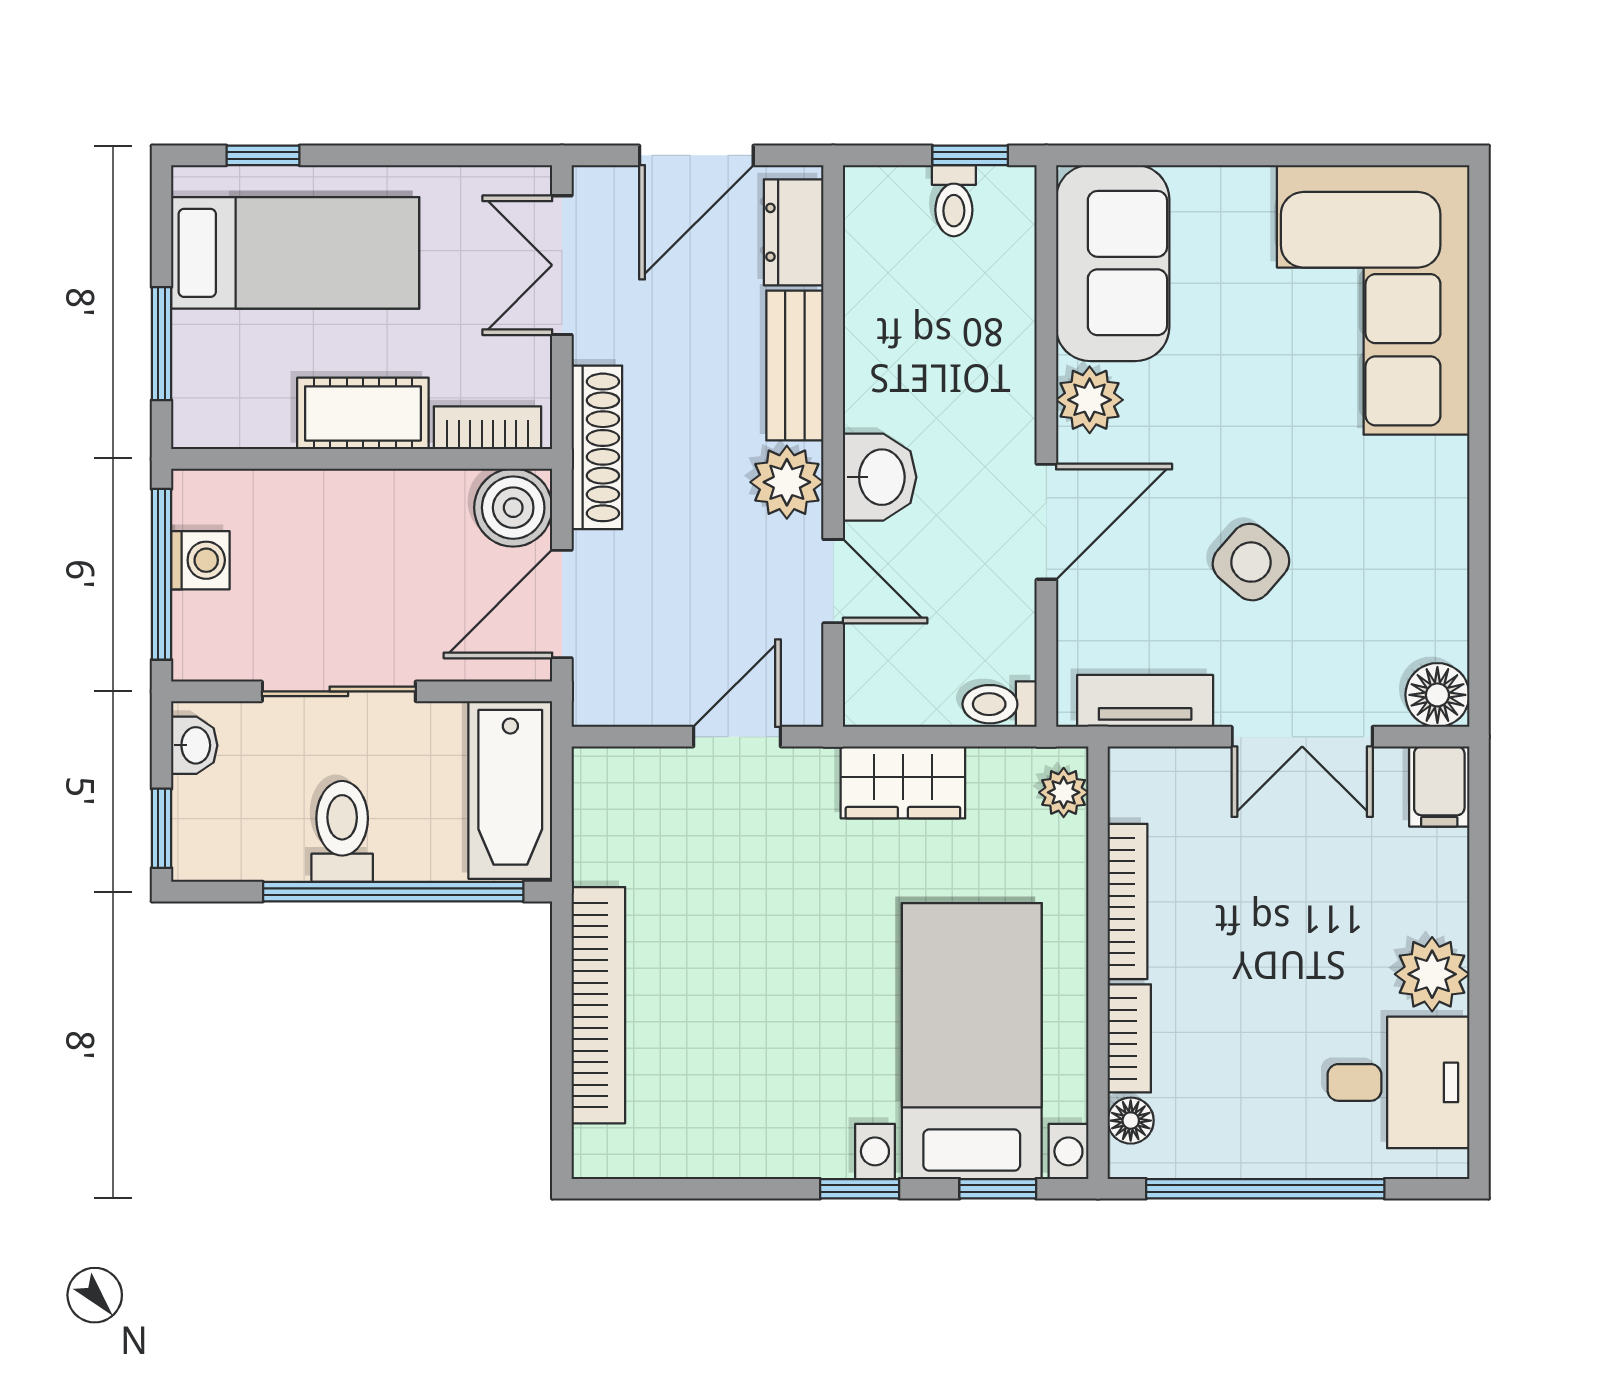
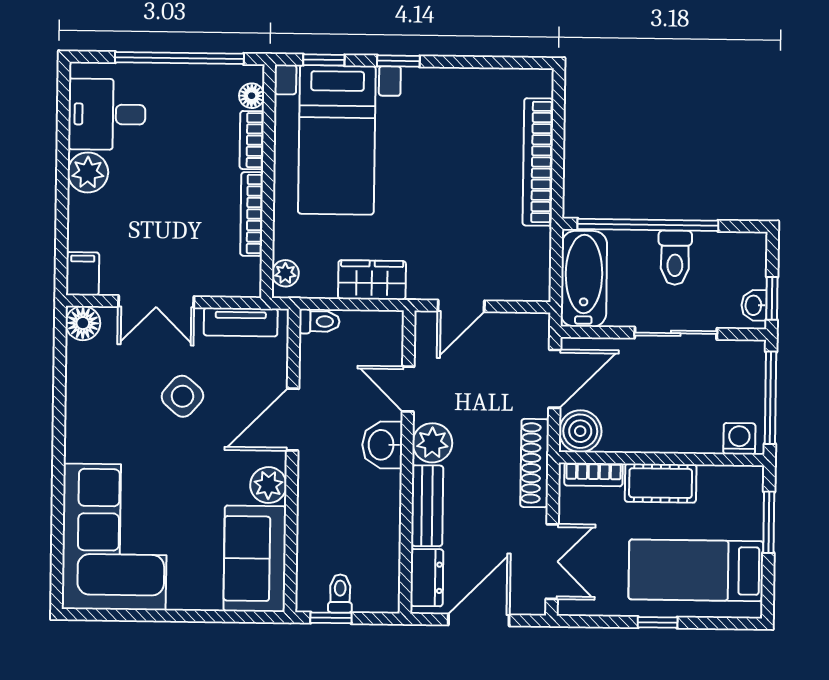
window: (263, 155) -> (658, 622), moved
washing machine: (200, 560) -> (739, 439), moved, turned 90
double door: (1302, 737) -> (156, 302), swing flipped
window: (161, 828) -> (772, 298), moved

